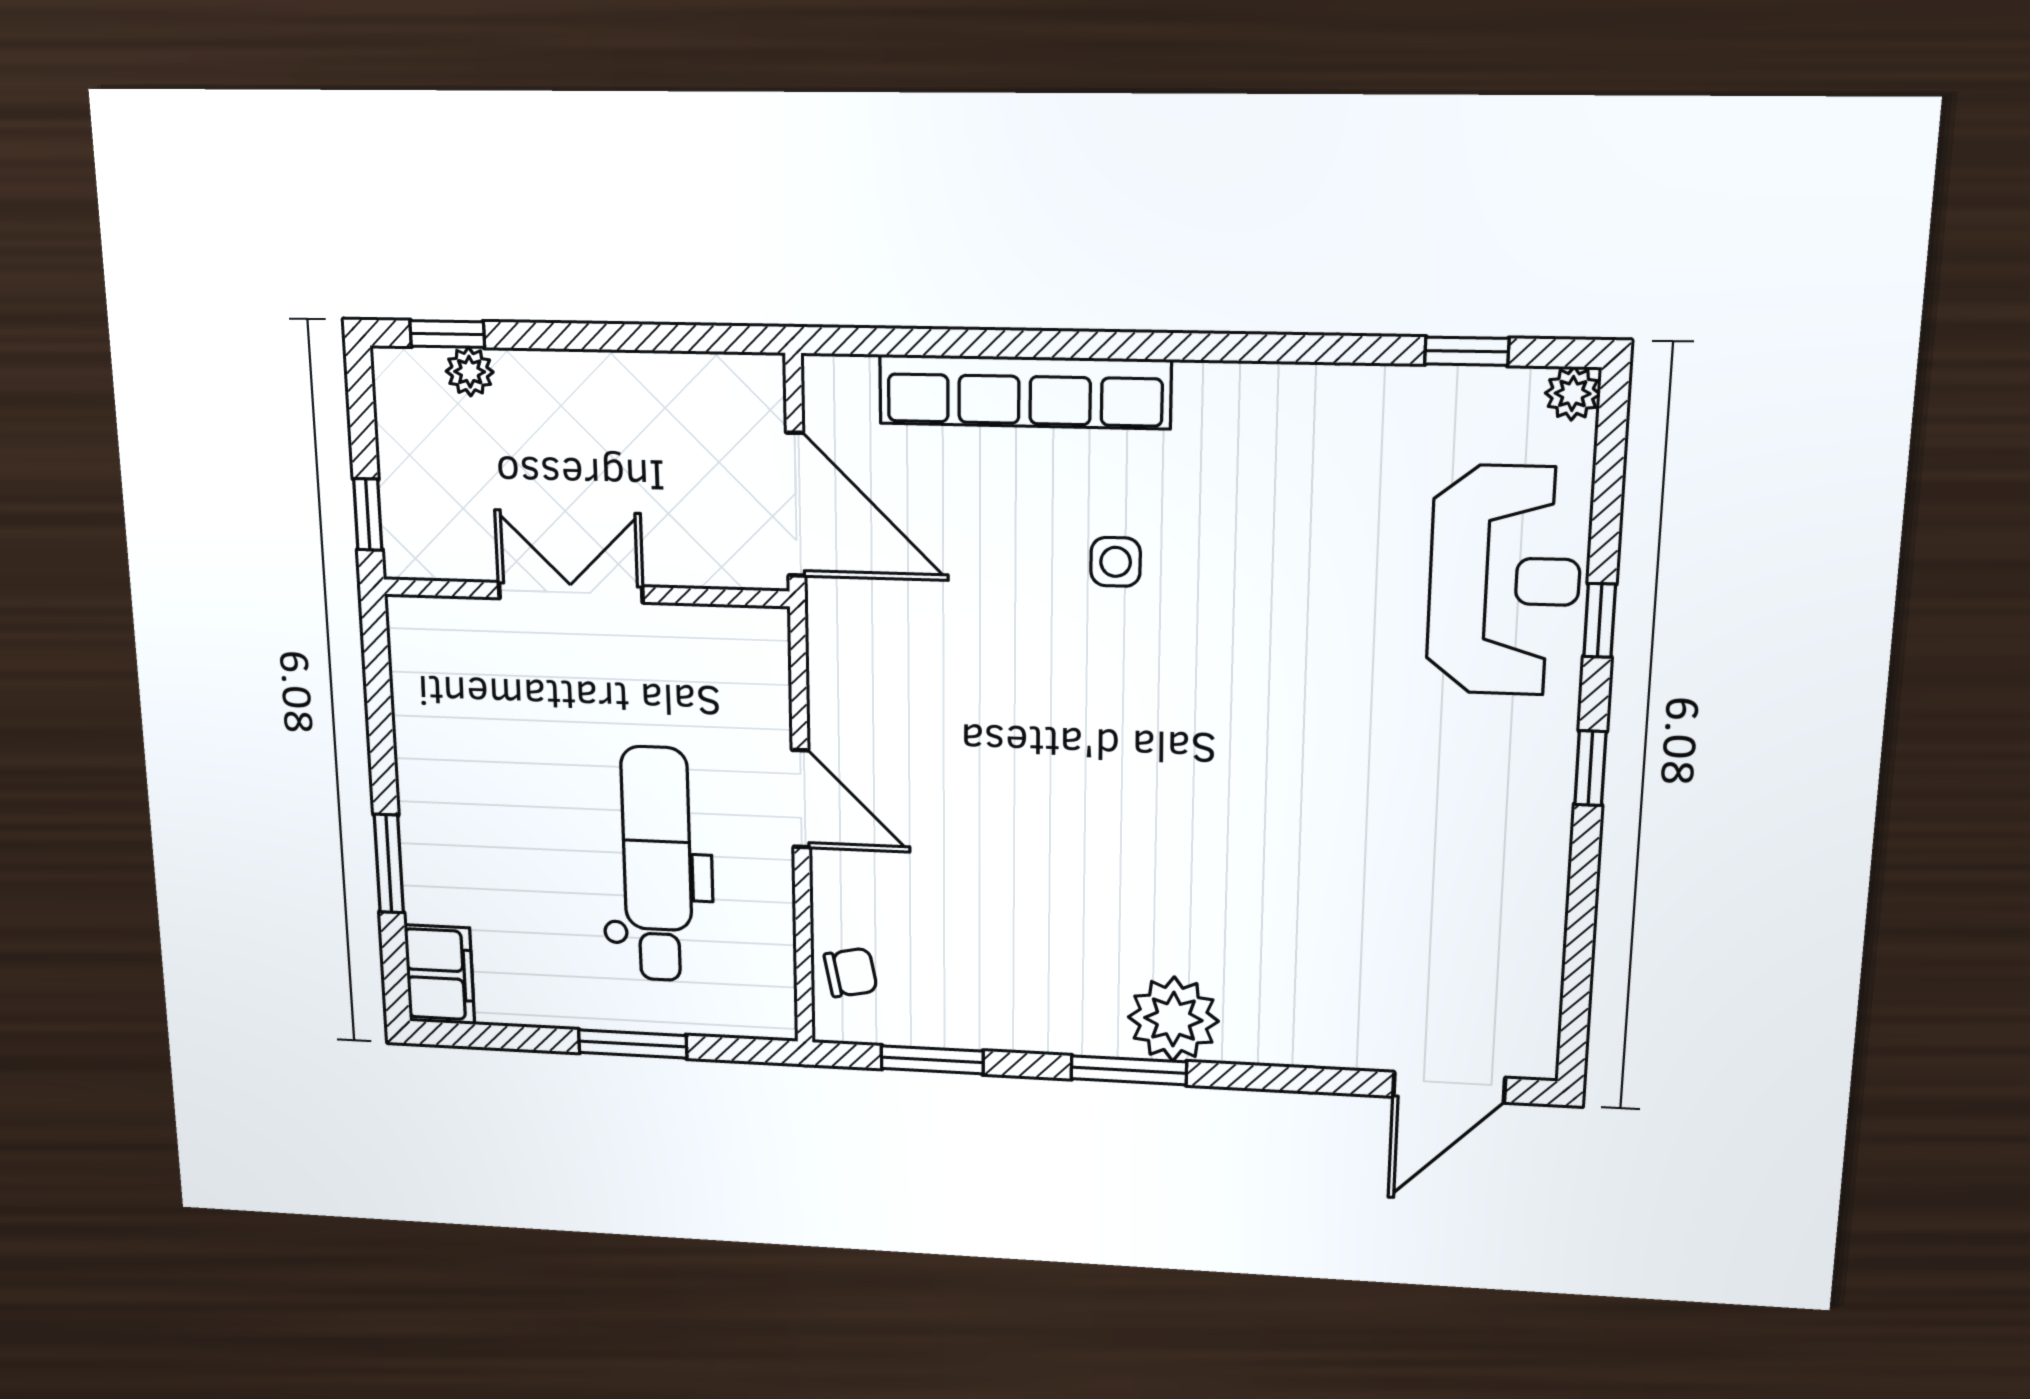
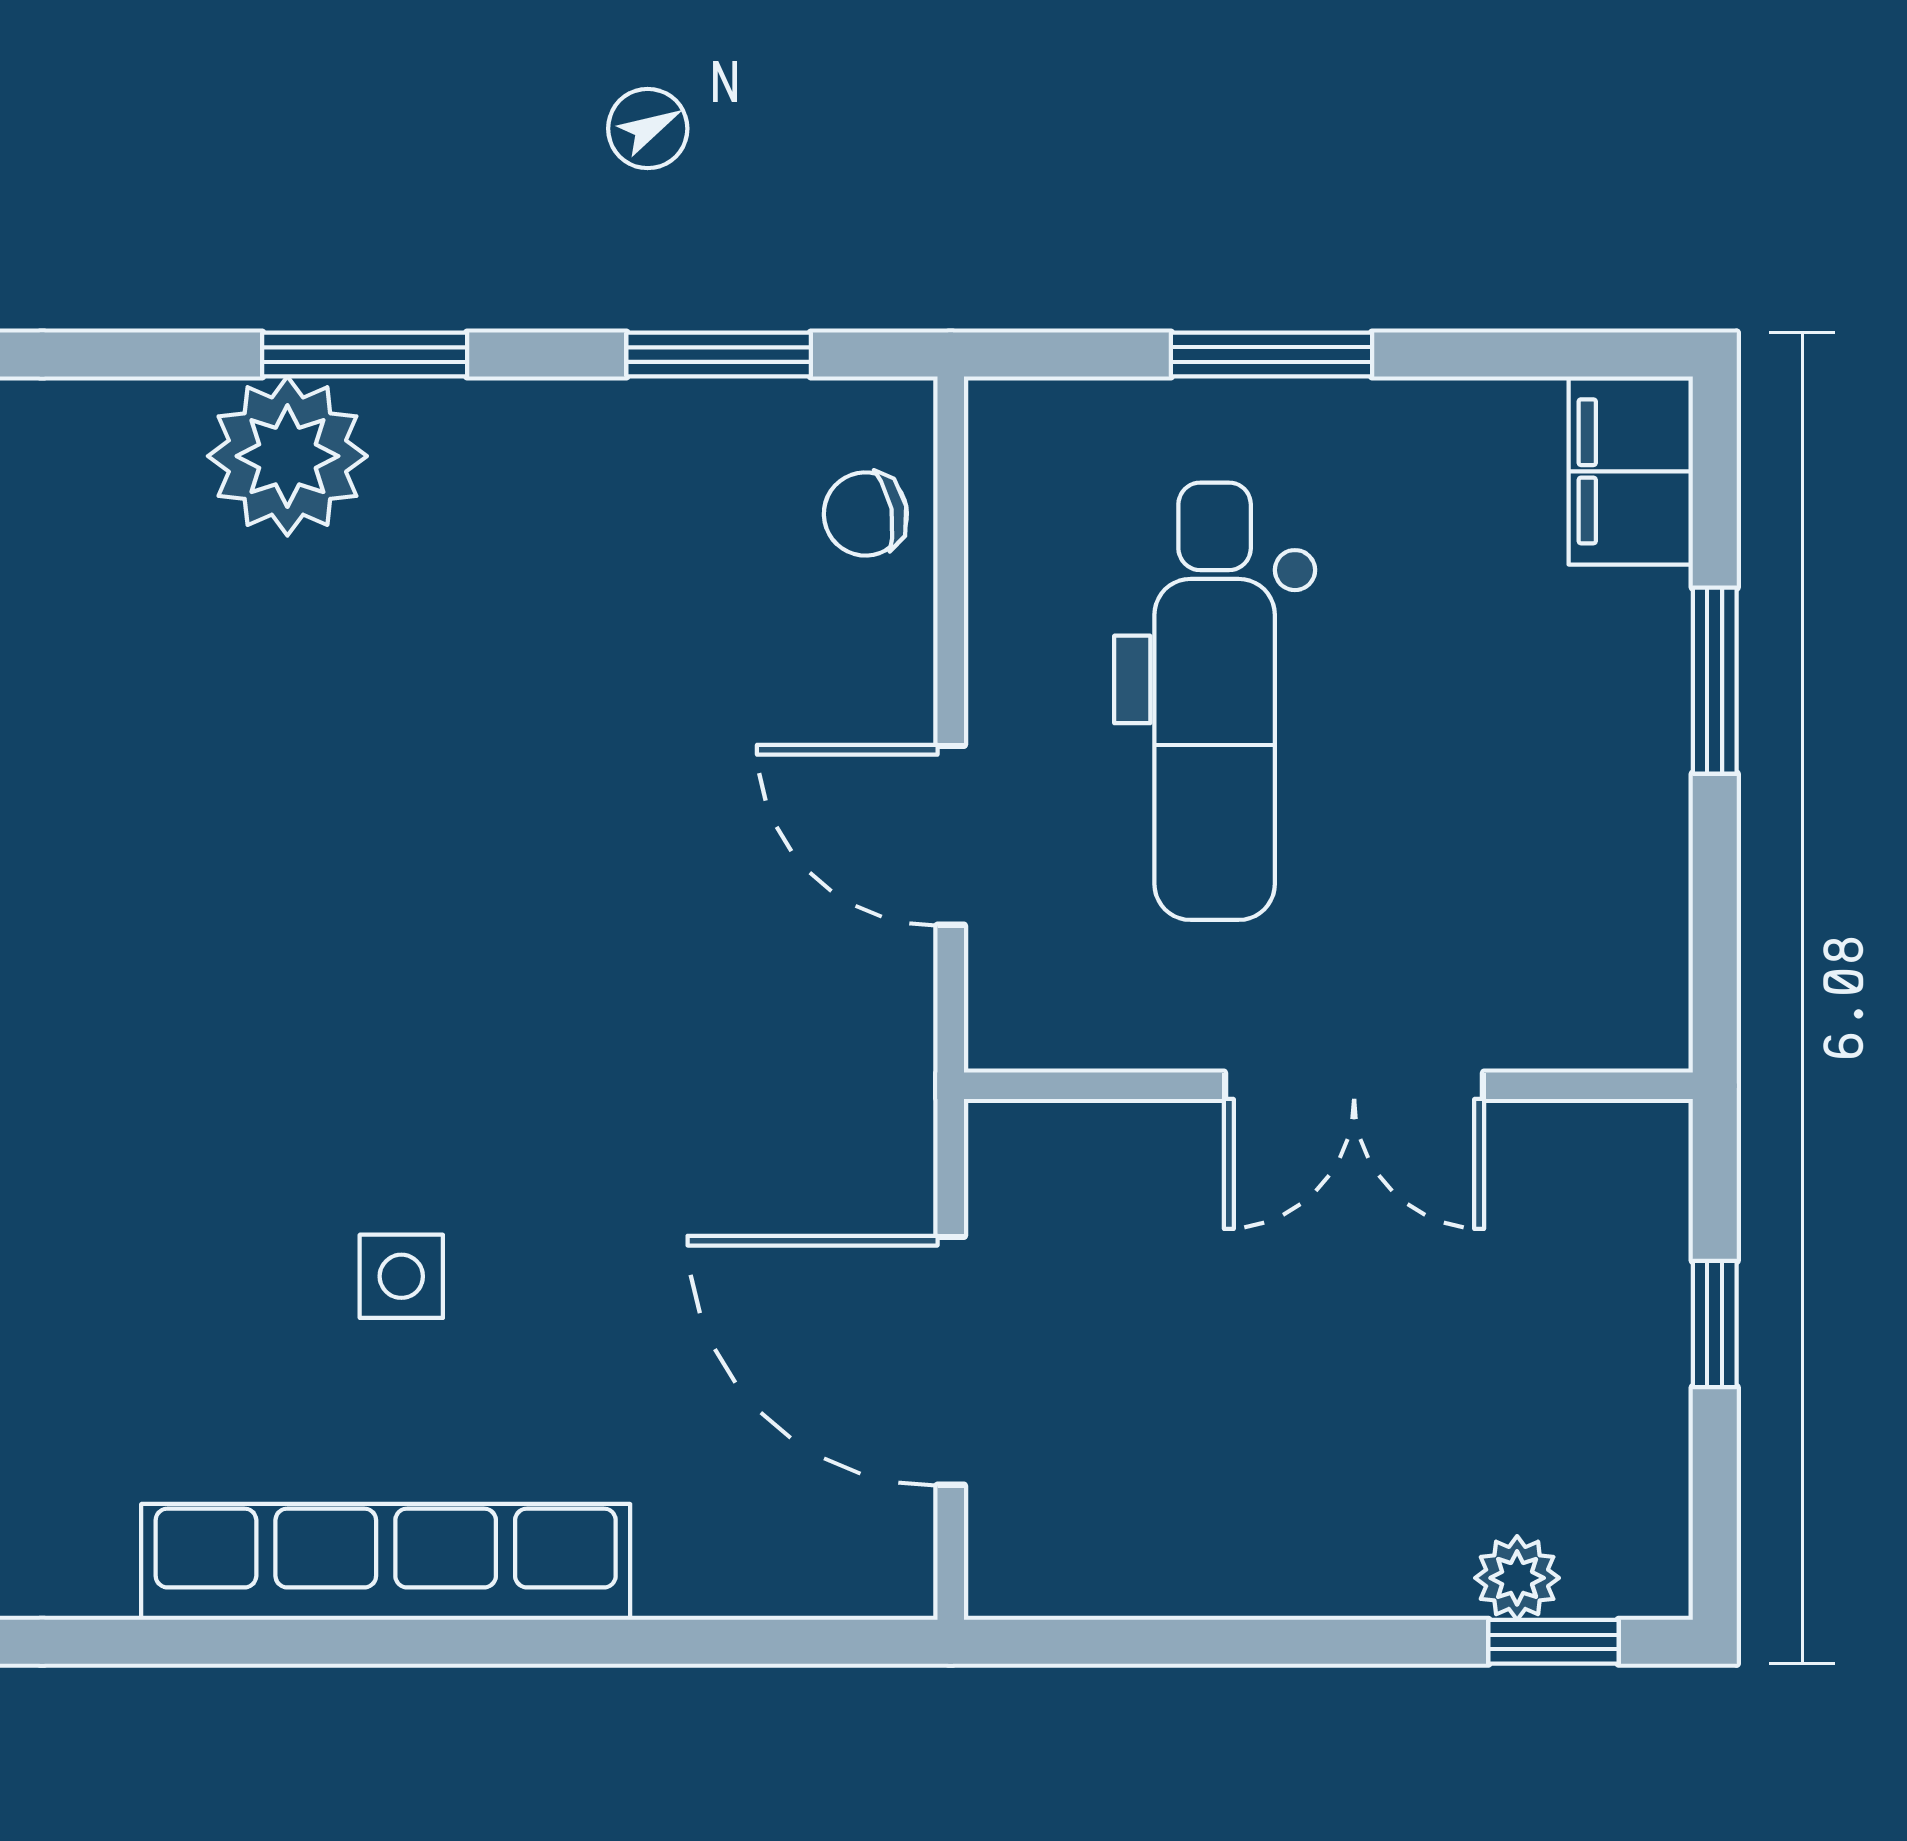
row of seats: (1025, 392) -> (386, 1562), moved
double door: (571, 592) -> (1354, 1086), moved
wall: (585, 593) -> (1328, 1086), moved

